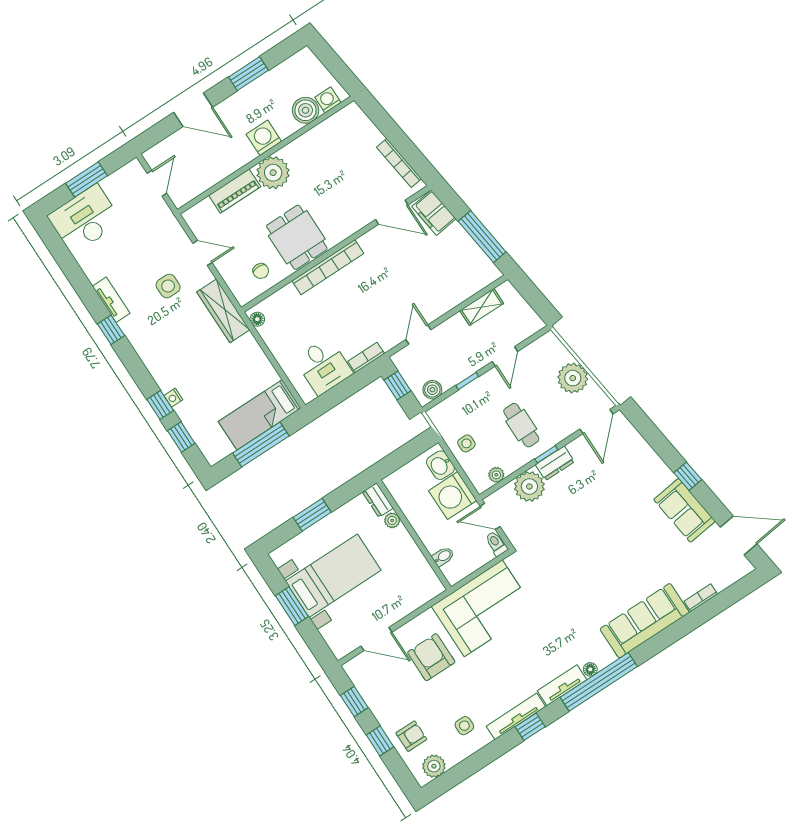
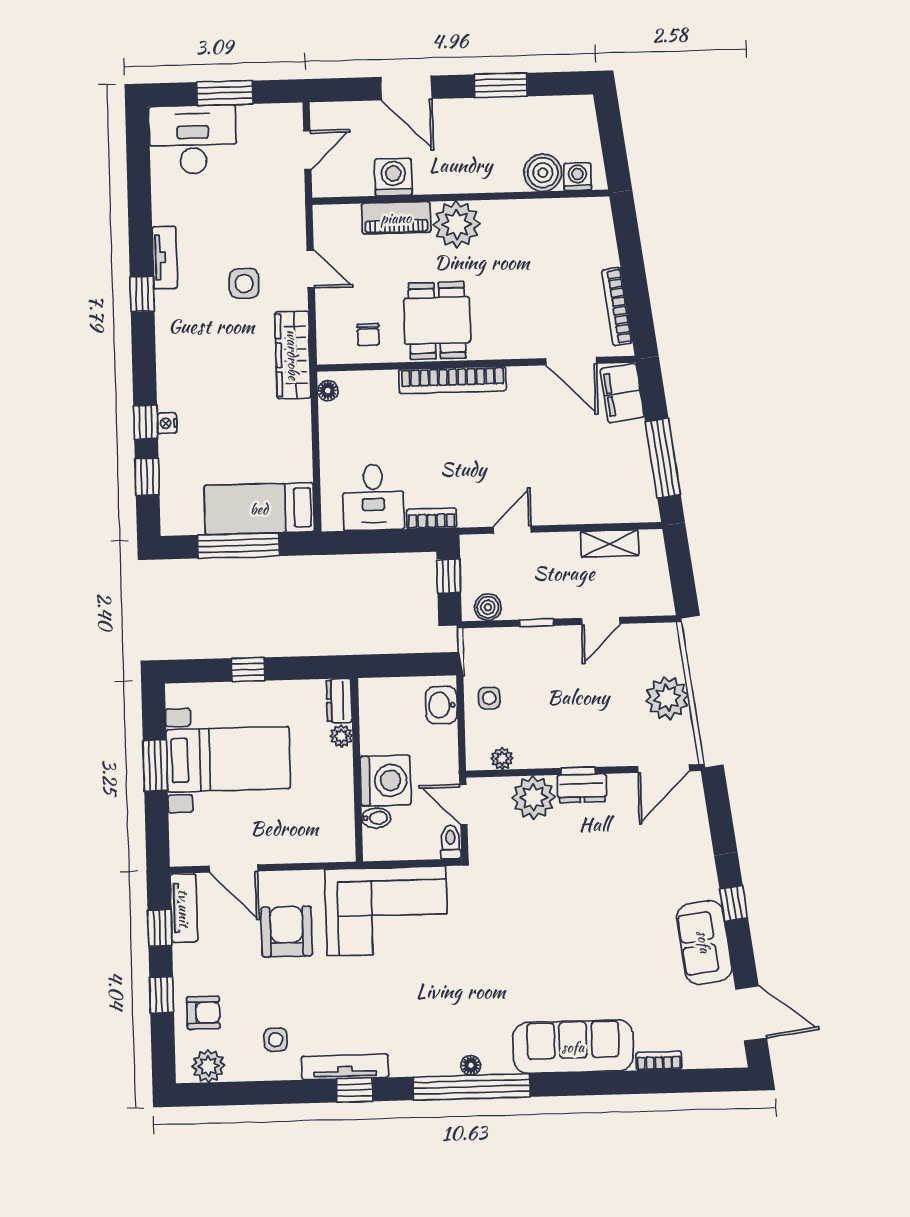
washing machine: (264, 138) -> (393, 177), moved
cafe table: (521, 425) -> (570, 717), removed
washing machine: (453, 496) -> (386, 781), moved, turned 180
window: (312, 515) -> (248, 669), width x0.67
tv unit: (562, 685) -> (184, 908), moved, turned 90

